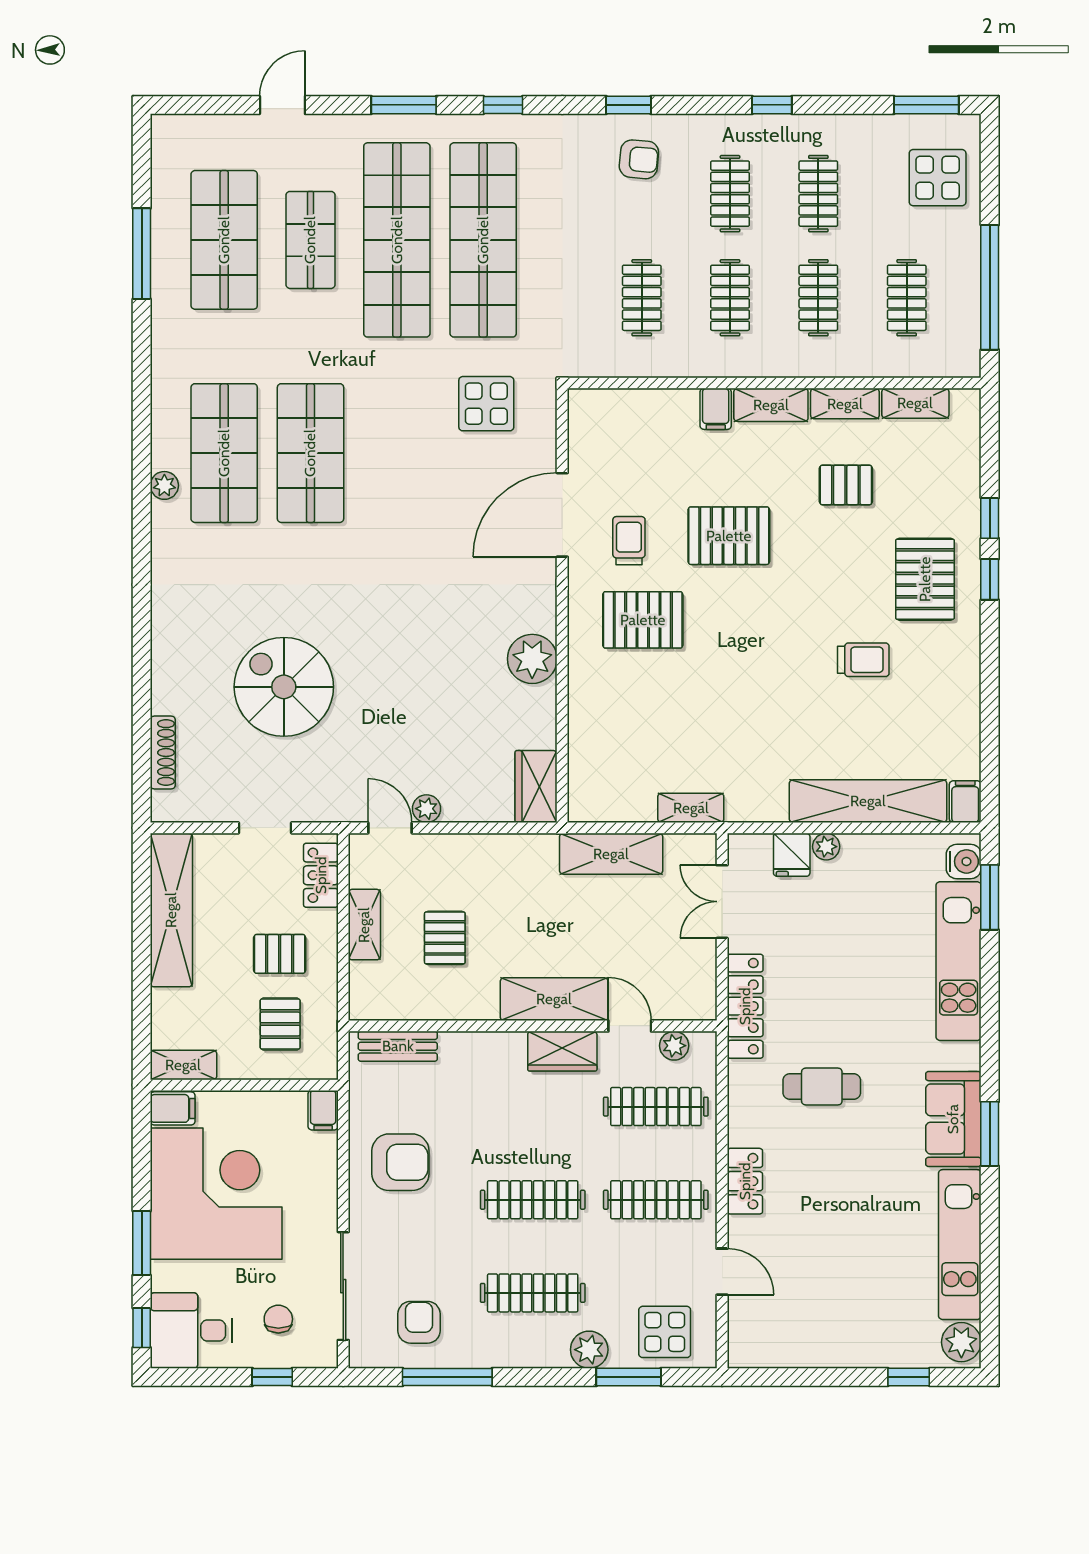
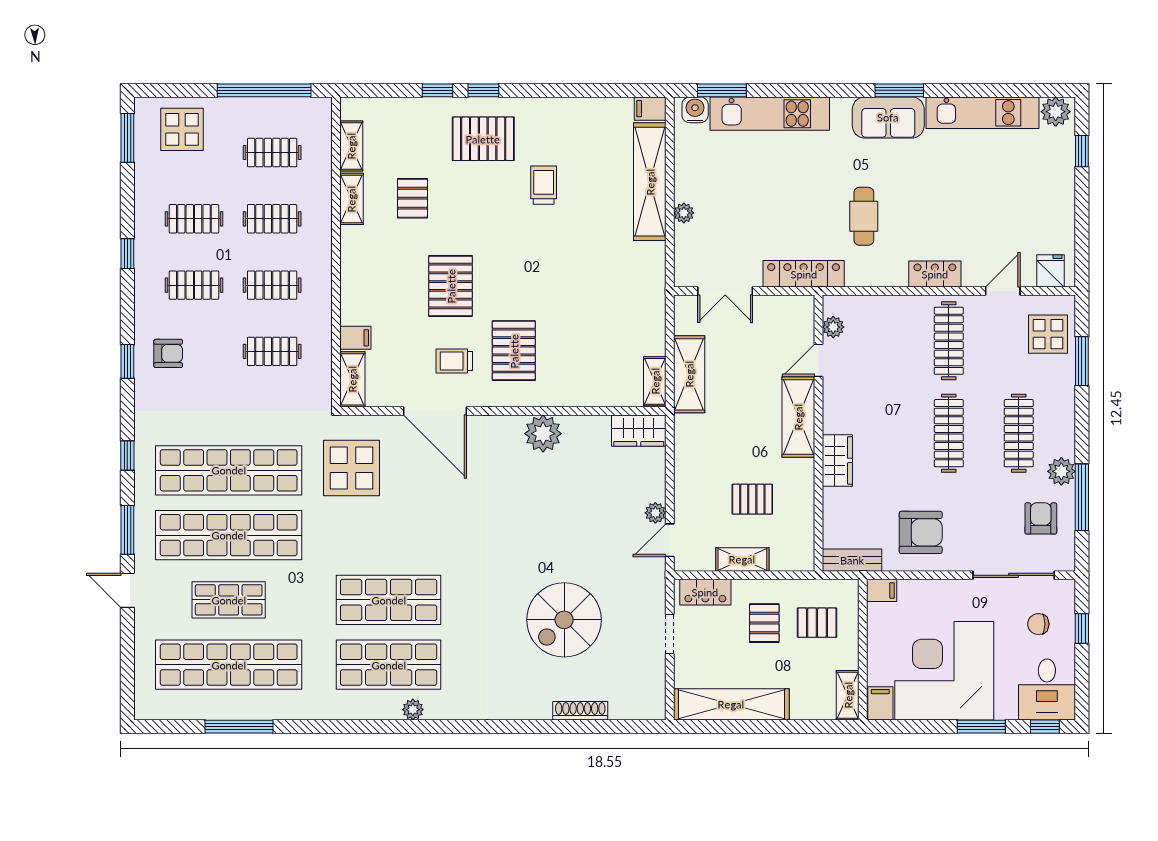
door: (282, 105) -> (127, 590), moved
armchair: (639, 159) -> (168, 353), turned 85
shop shelf: (224, 240) -> (229, 665), width x1.40
display table: (486, 404) -> (352, 468), width x1.36, depth x1.36
shelving: (771, 405) -> (352, 379), moved
filing cabinet: (716, 409) -> (355, 338), moved
shoe rack: (163, 753) -> (580, 711), moved
shelving: (691, 808) -> (655, 381), moved
fridge: (792, 855) -> (1050, 271), moved, turned -90
bench: (398, 1046) -> (852, 560), moved, turned 90
wardrobe: (562, 1051) -> (837, 460), moved
clothes rail: (656, 1107) -> (879, 341), removed
armchair: (400, 1162) -> (921, 532), turned 90
armchair: (419, 1322) -> (1041, 518), turned 90
plant: (589, 1350) -> (1061, 471), moved

